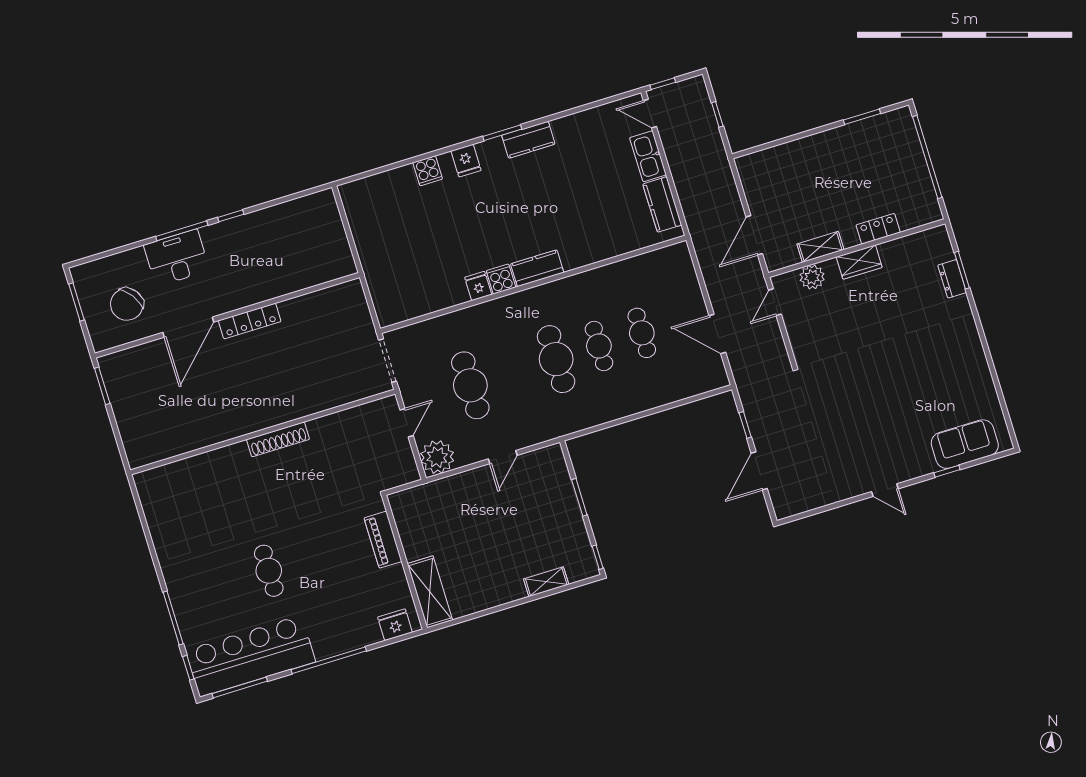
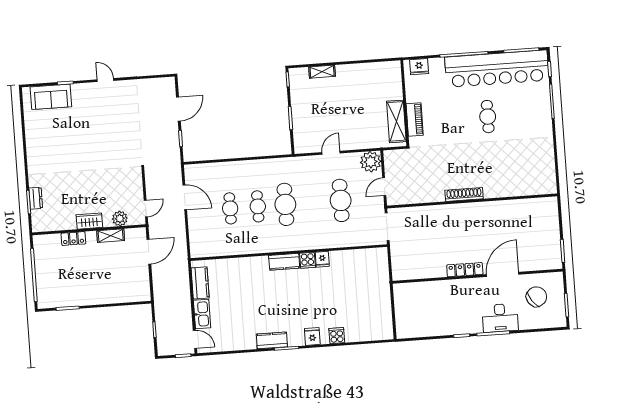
shelving: (430, 592) -> (396, 121), moved
bar counter: (251, 656) -> (497, 69), width x1.36

